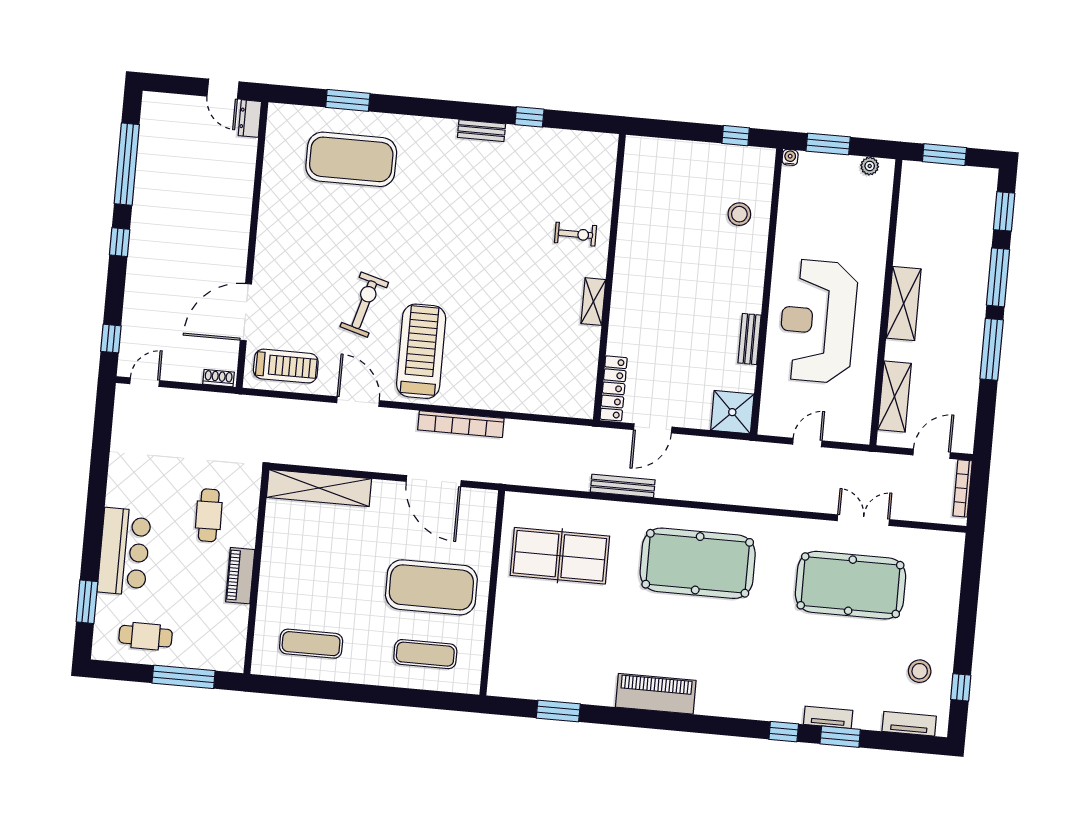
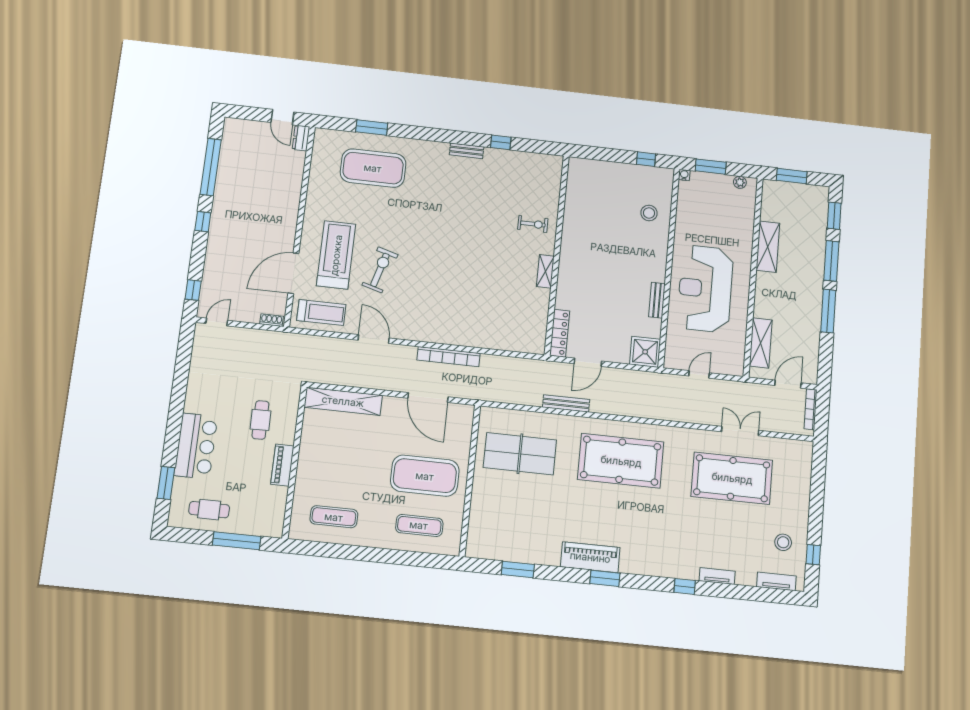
shelving: (904, 304) -> (768, 247), moved
treadmill: (421, 351) -> (336, 255), moved
window: (840, 737) -> (605, 578), moved

